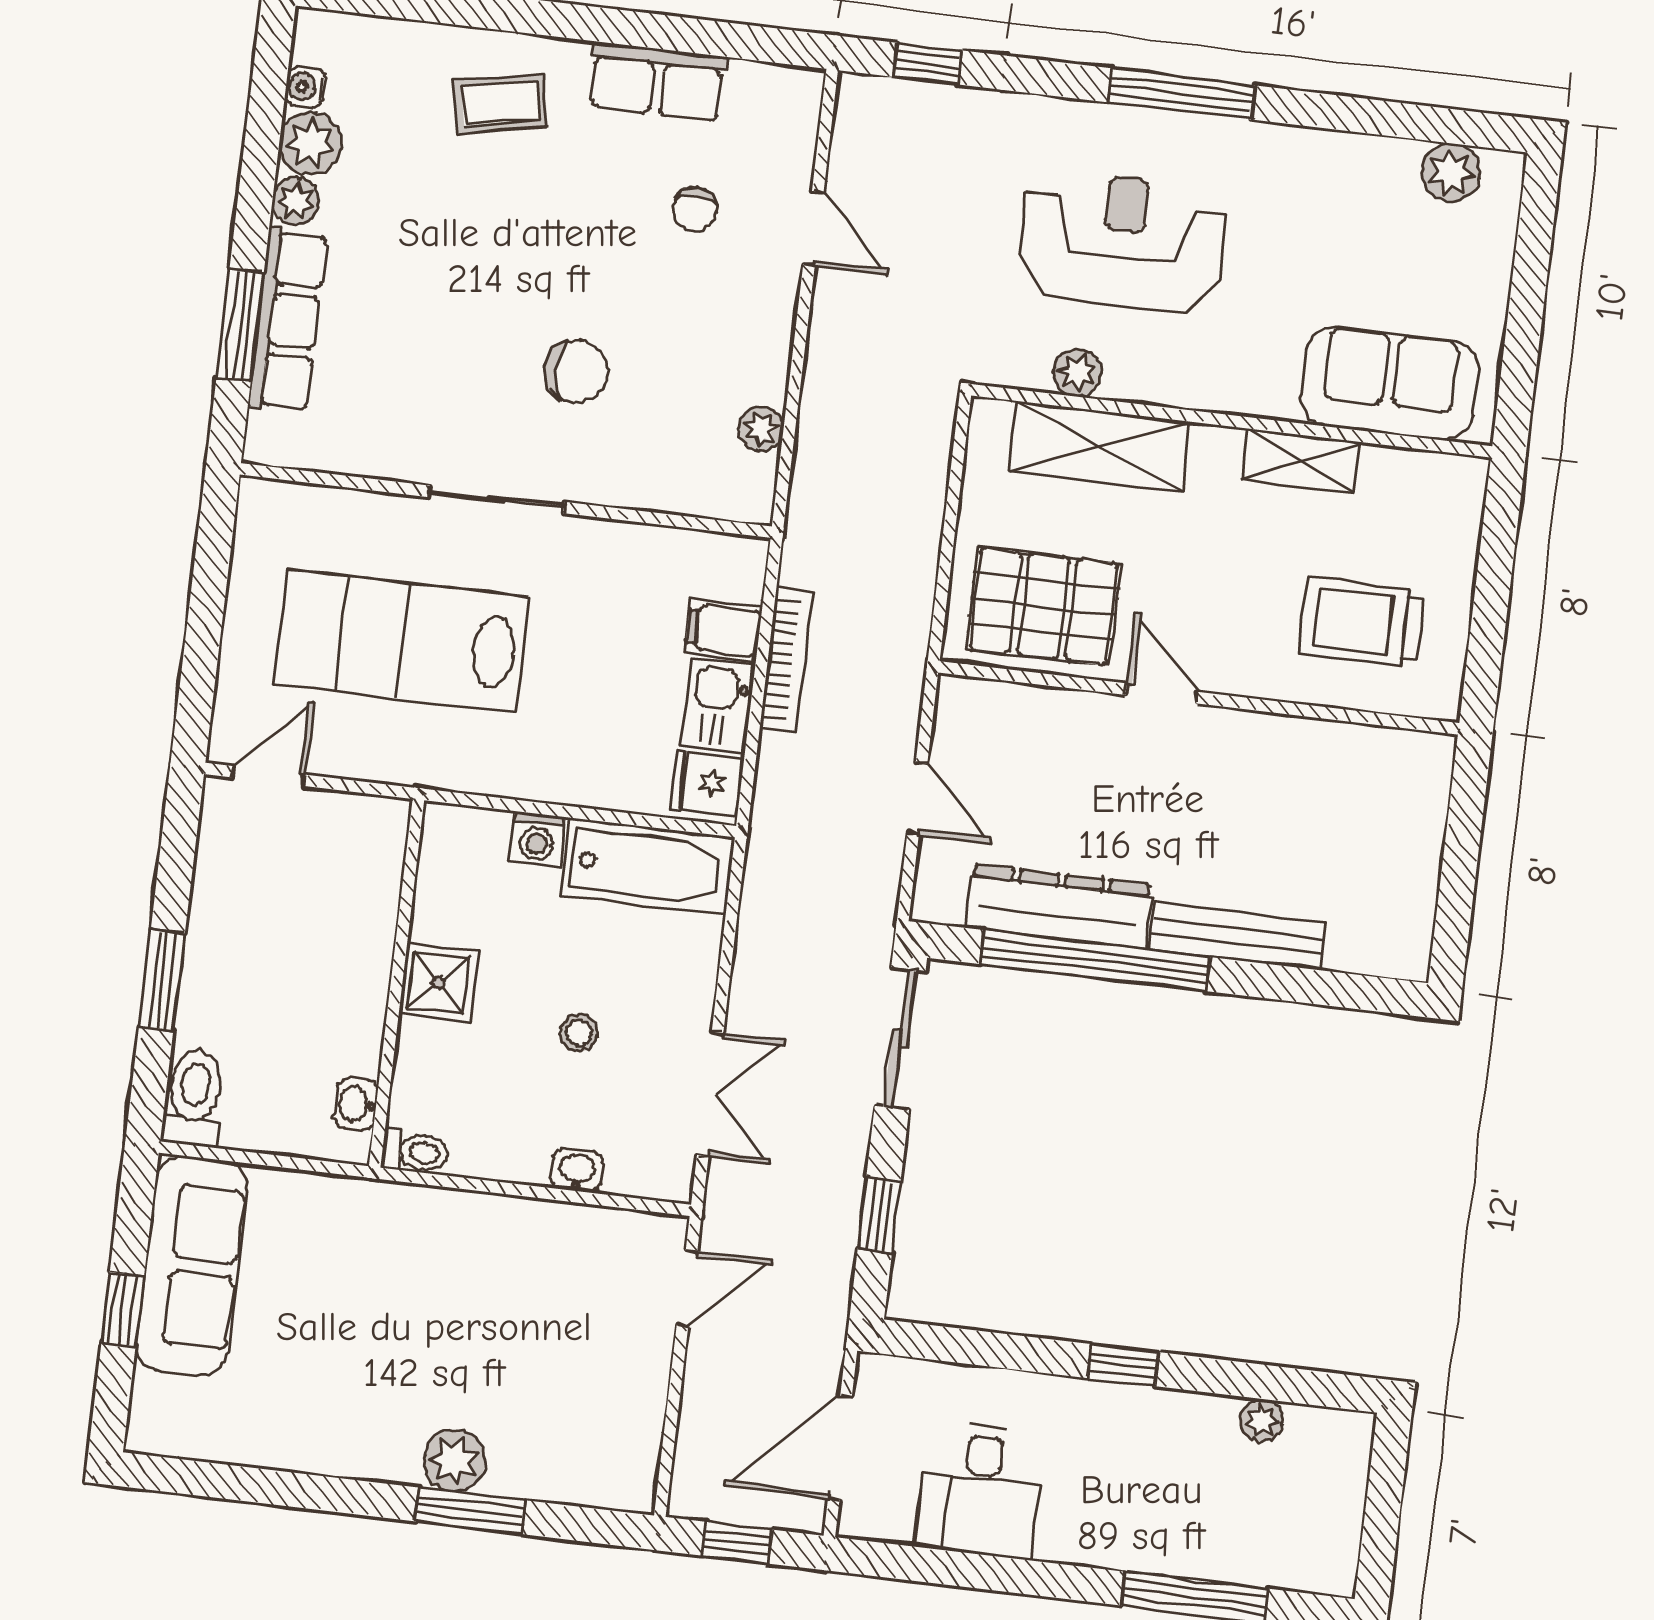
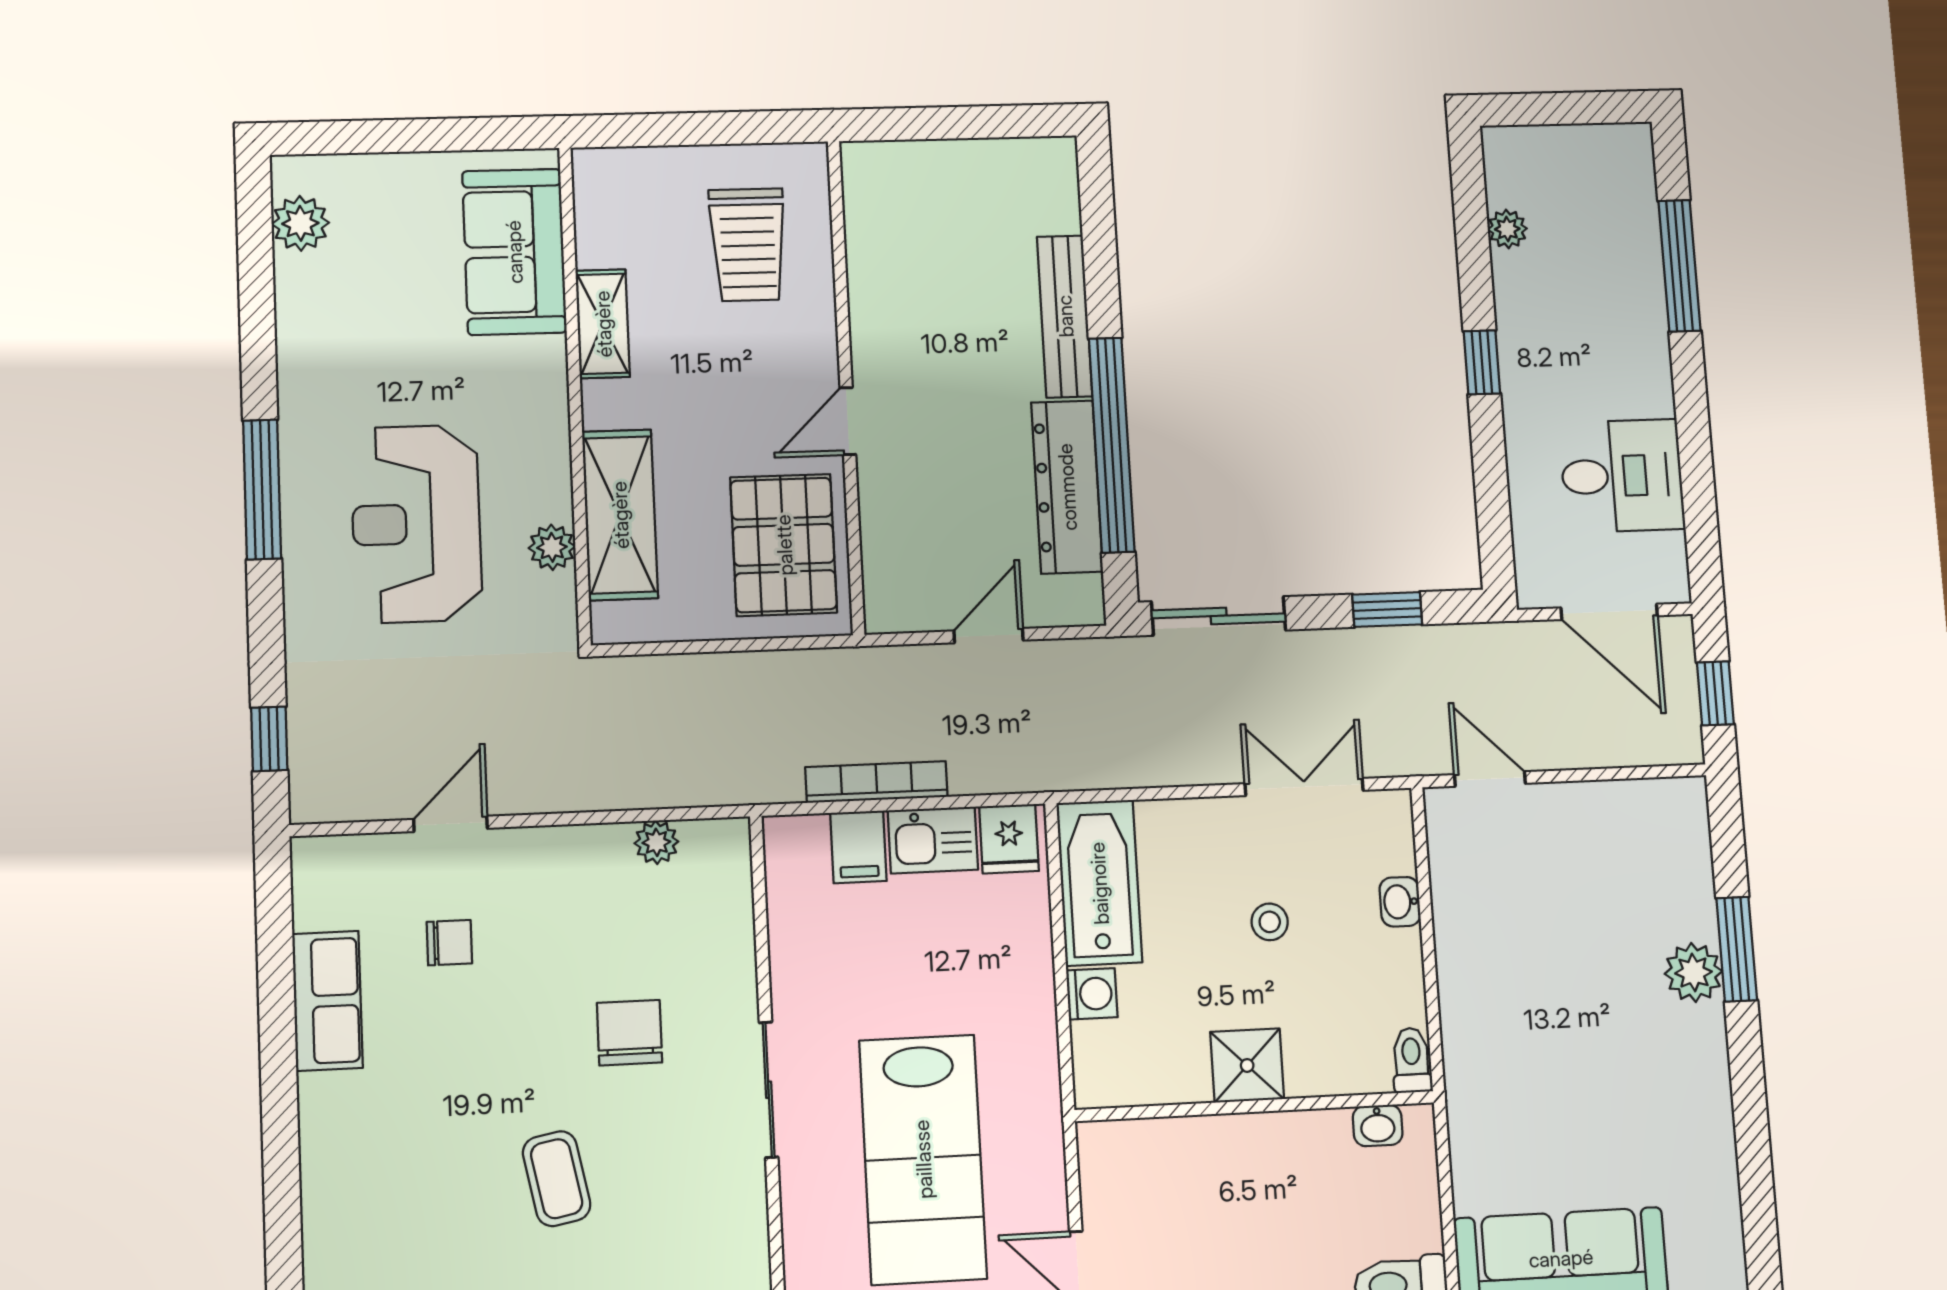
coffee table: (501, 103) -> (557, 1179), moved

